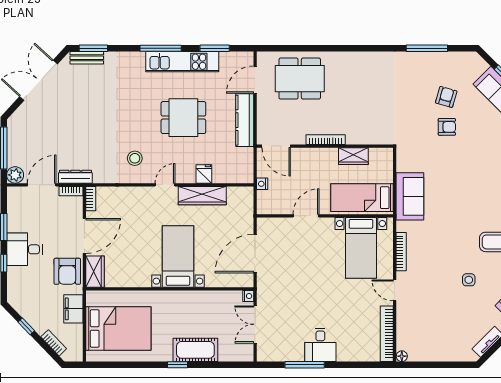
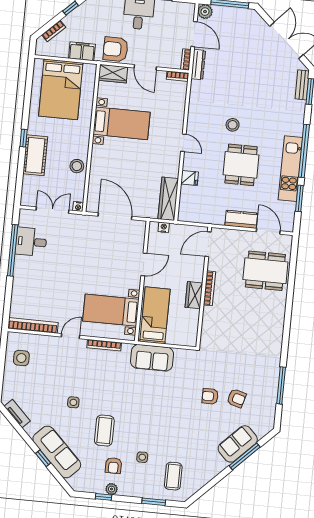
window: (161, 48) -> (304, 151), width x1.46
dining table: (300, 79) -> (265, 271), turned 90
kitchen counter: (245, 120) -> (241, 219), width x0.67
armchair: (447, 127) -> (210, 396), turned 90
wardrobe: (353, 156) -> (194, 295), moved
stool: (135, 158) -> (233, 125), moved
nightstand: (262, 184) -> (164, 227), moved
wardrobe: (202, 196) -> (168, 199), moved
door: (306, 216) -> (144, 264), hinge flipped
door: (84, 236) -> (145, 67), width x0.73
bed with nightstands: (178, 256) -> (122, 123), moved
stool: (203, 302) -> (77, 166), added
side table: (425, 343) -> (21, 358), added
desk: (320, 345) -> (31, 242), moved
floor lamp: (402, 356) -> (12, 337), removed
window: (305, 365) -> (13, 250), width x1.46

